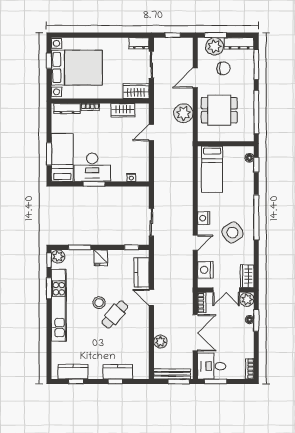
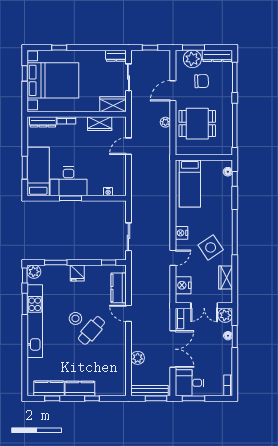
window: (83, 35) -> (59, 48), added
plant: (183, 113) -> (165, 122), width x0.53, depth x0.53
wardrobe: (247, 276) -> (226, 277), moved
kitchen counter: (118, 372) -> (80, 388), moved

